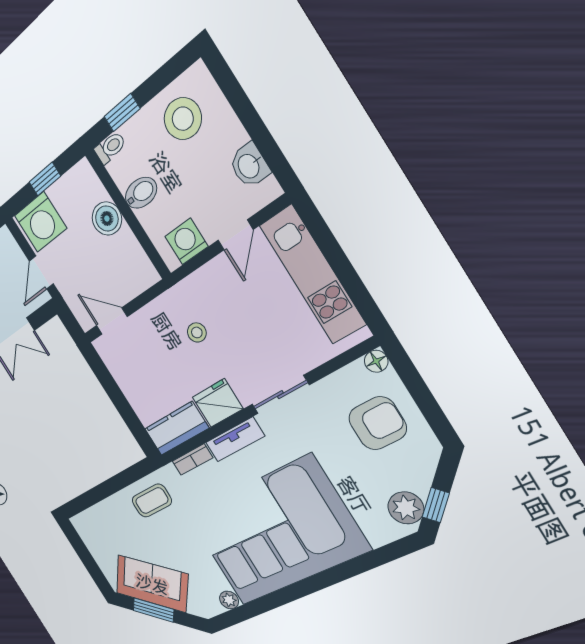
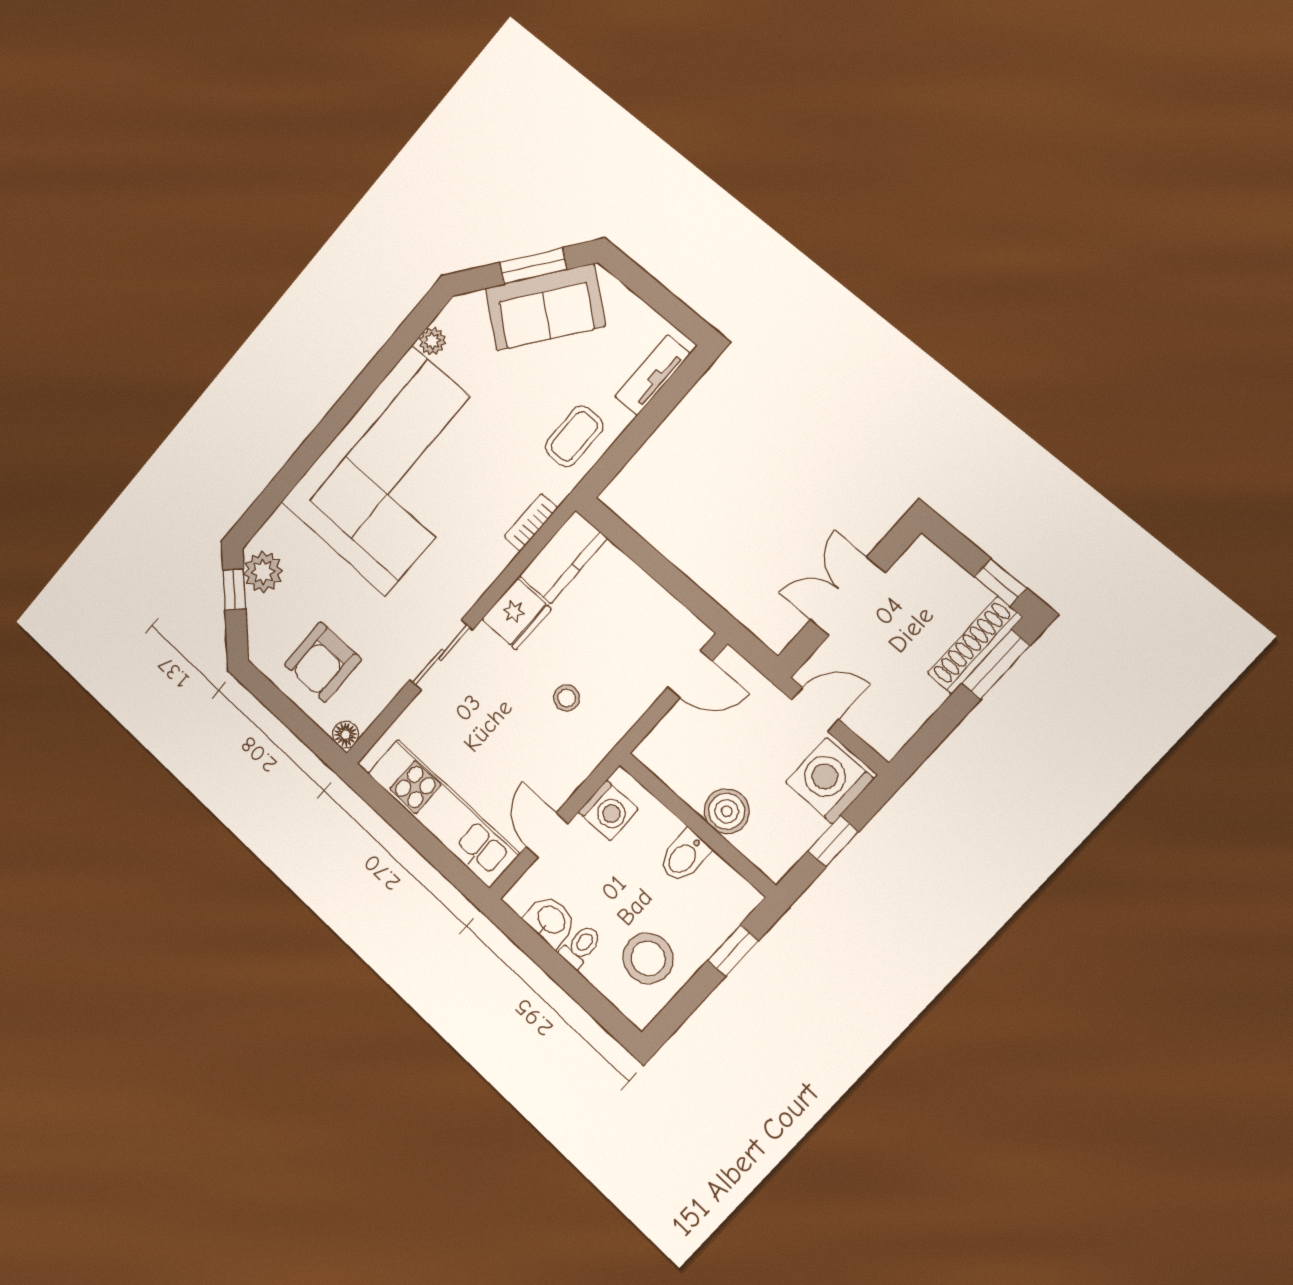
toilet: (110, 148) -> (581, 946), moved, turned 180
door: (41, 272) -> (815, 709), hinge flipped
tv unit: (235, 439) -> (652, 375), moved

